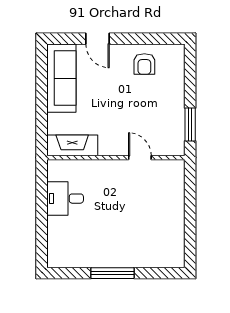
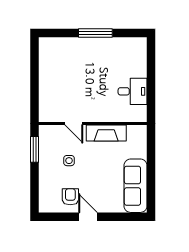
door: (98, 39) -> (88, 217), moved
side table: (146, 110) -> (69, 161), added
fireplace: (72, 145) -> (106, 133), moved

